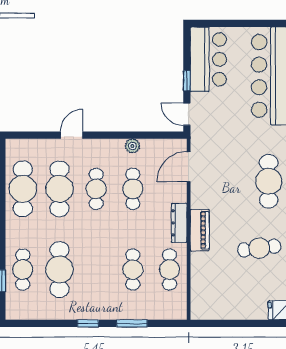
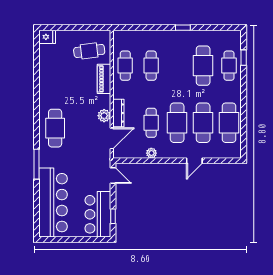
window: (187, 81) -> (113, 216), moved
cafe table: (96, 189) -> (177, 123), width x1.37, depth x1.35
plant: (199, 199) -> (104, 116), added
dresser: (179, 223) -> (118, 113), moved
piano: (200, 230) -> (104, 79), moved
cafe table: (259, 248) -> (89, 51), moved
window: (132, 323) -> (152, 28), removed

